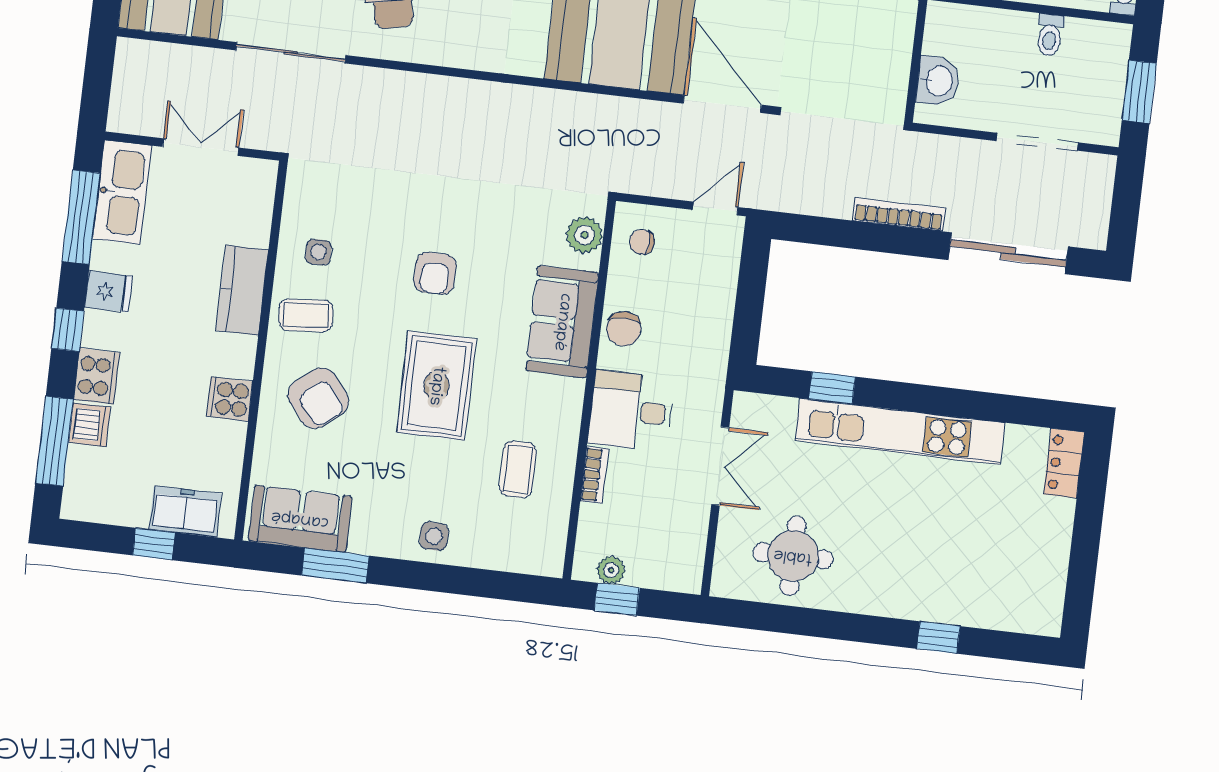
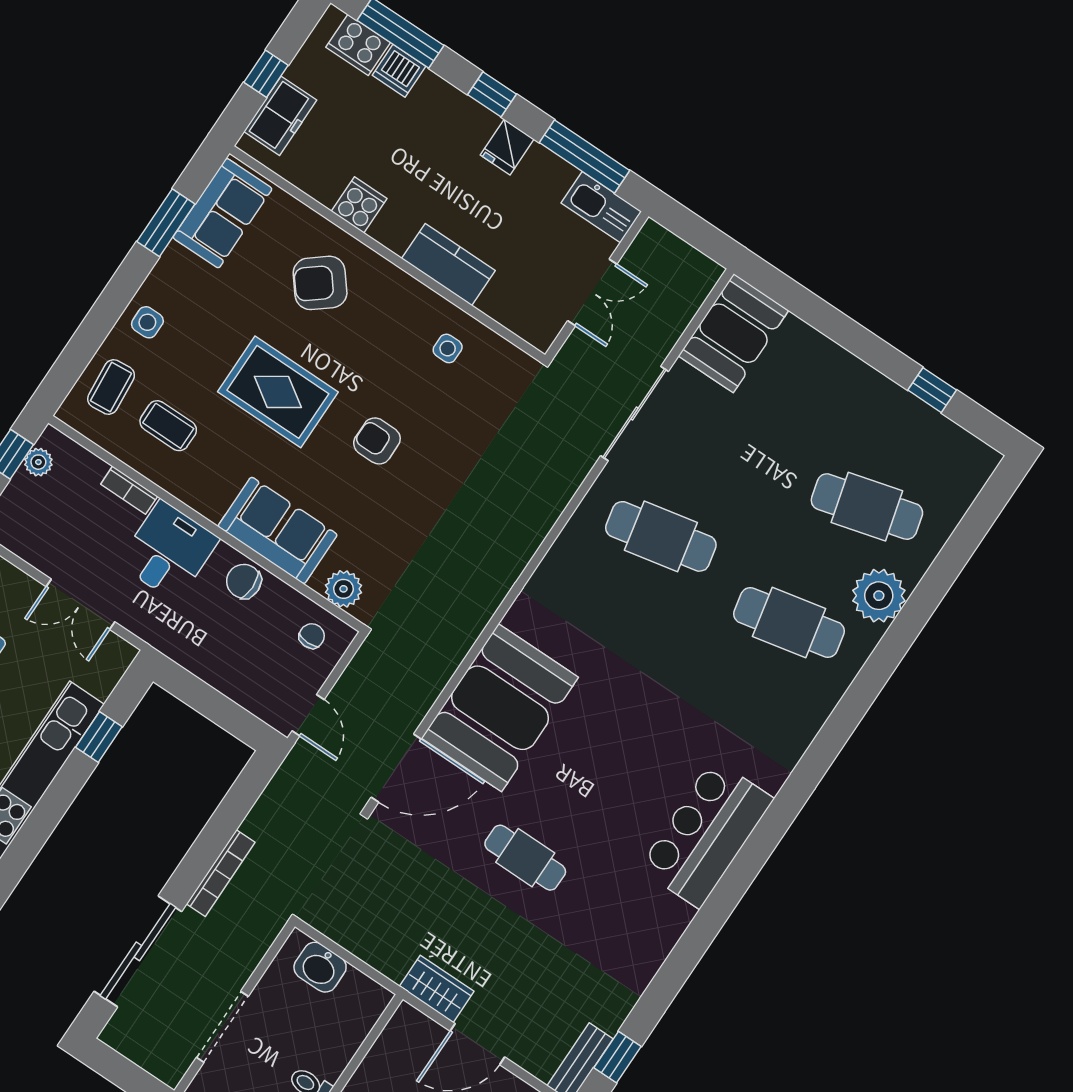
kitchen sink: (122, 192) -> (601, 207), width x0.73, depth x0.81
coffee table: (306, 315) -> (111, 387), moved
cooker: (97, 376) -> (358, 45), moved

